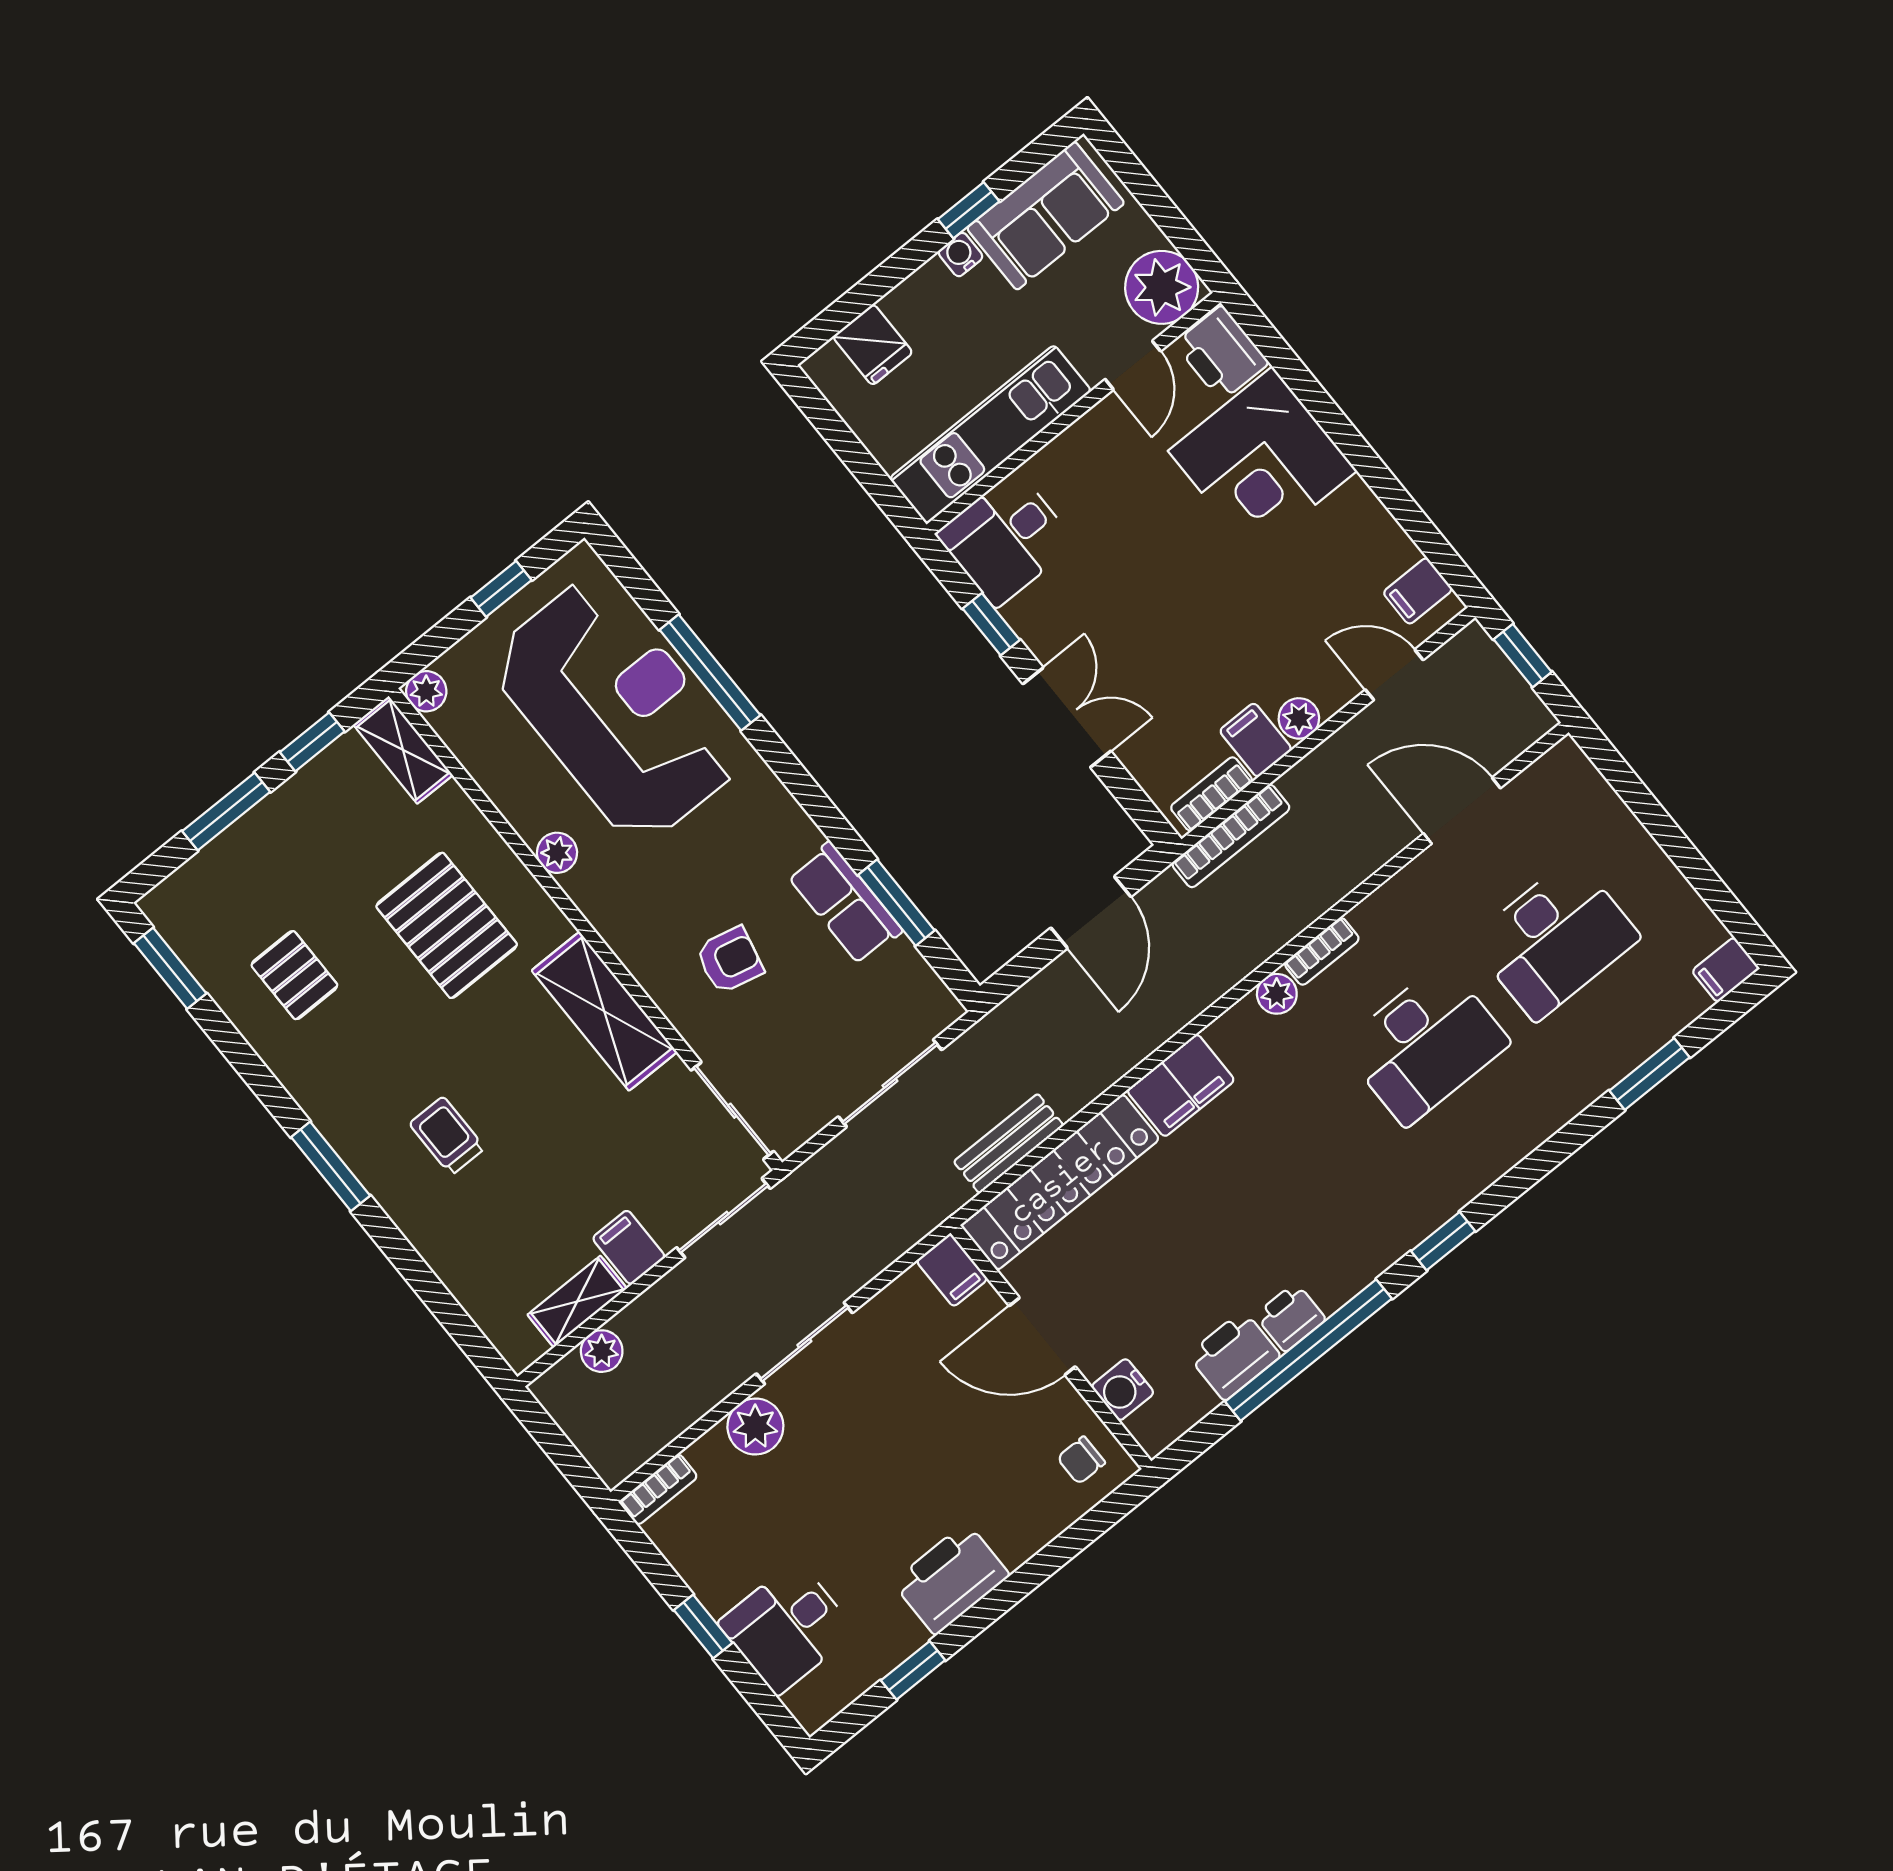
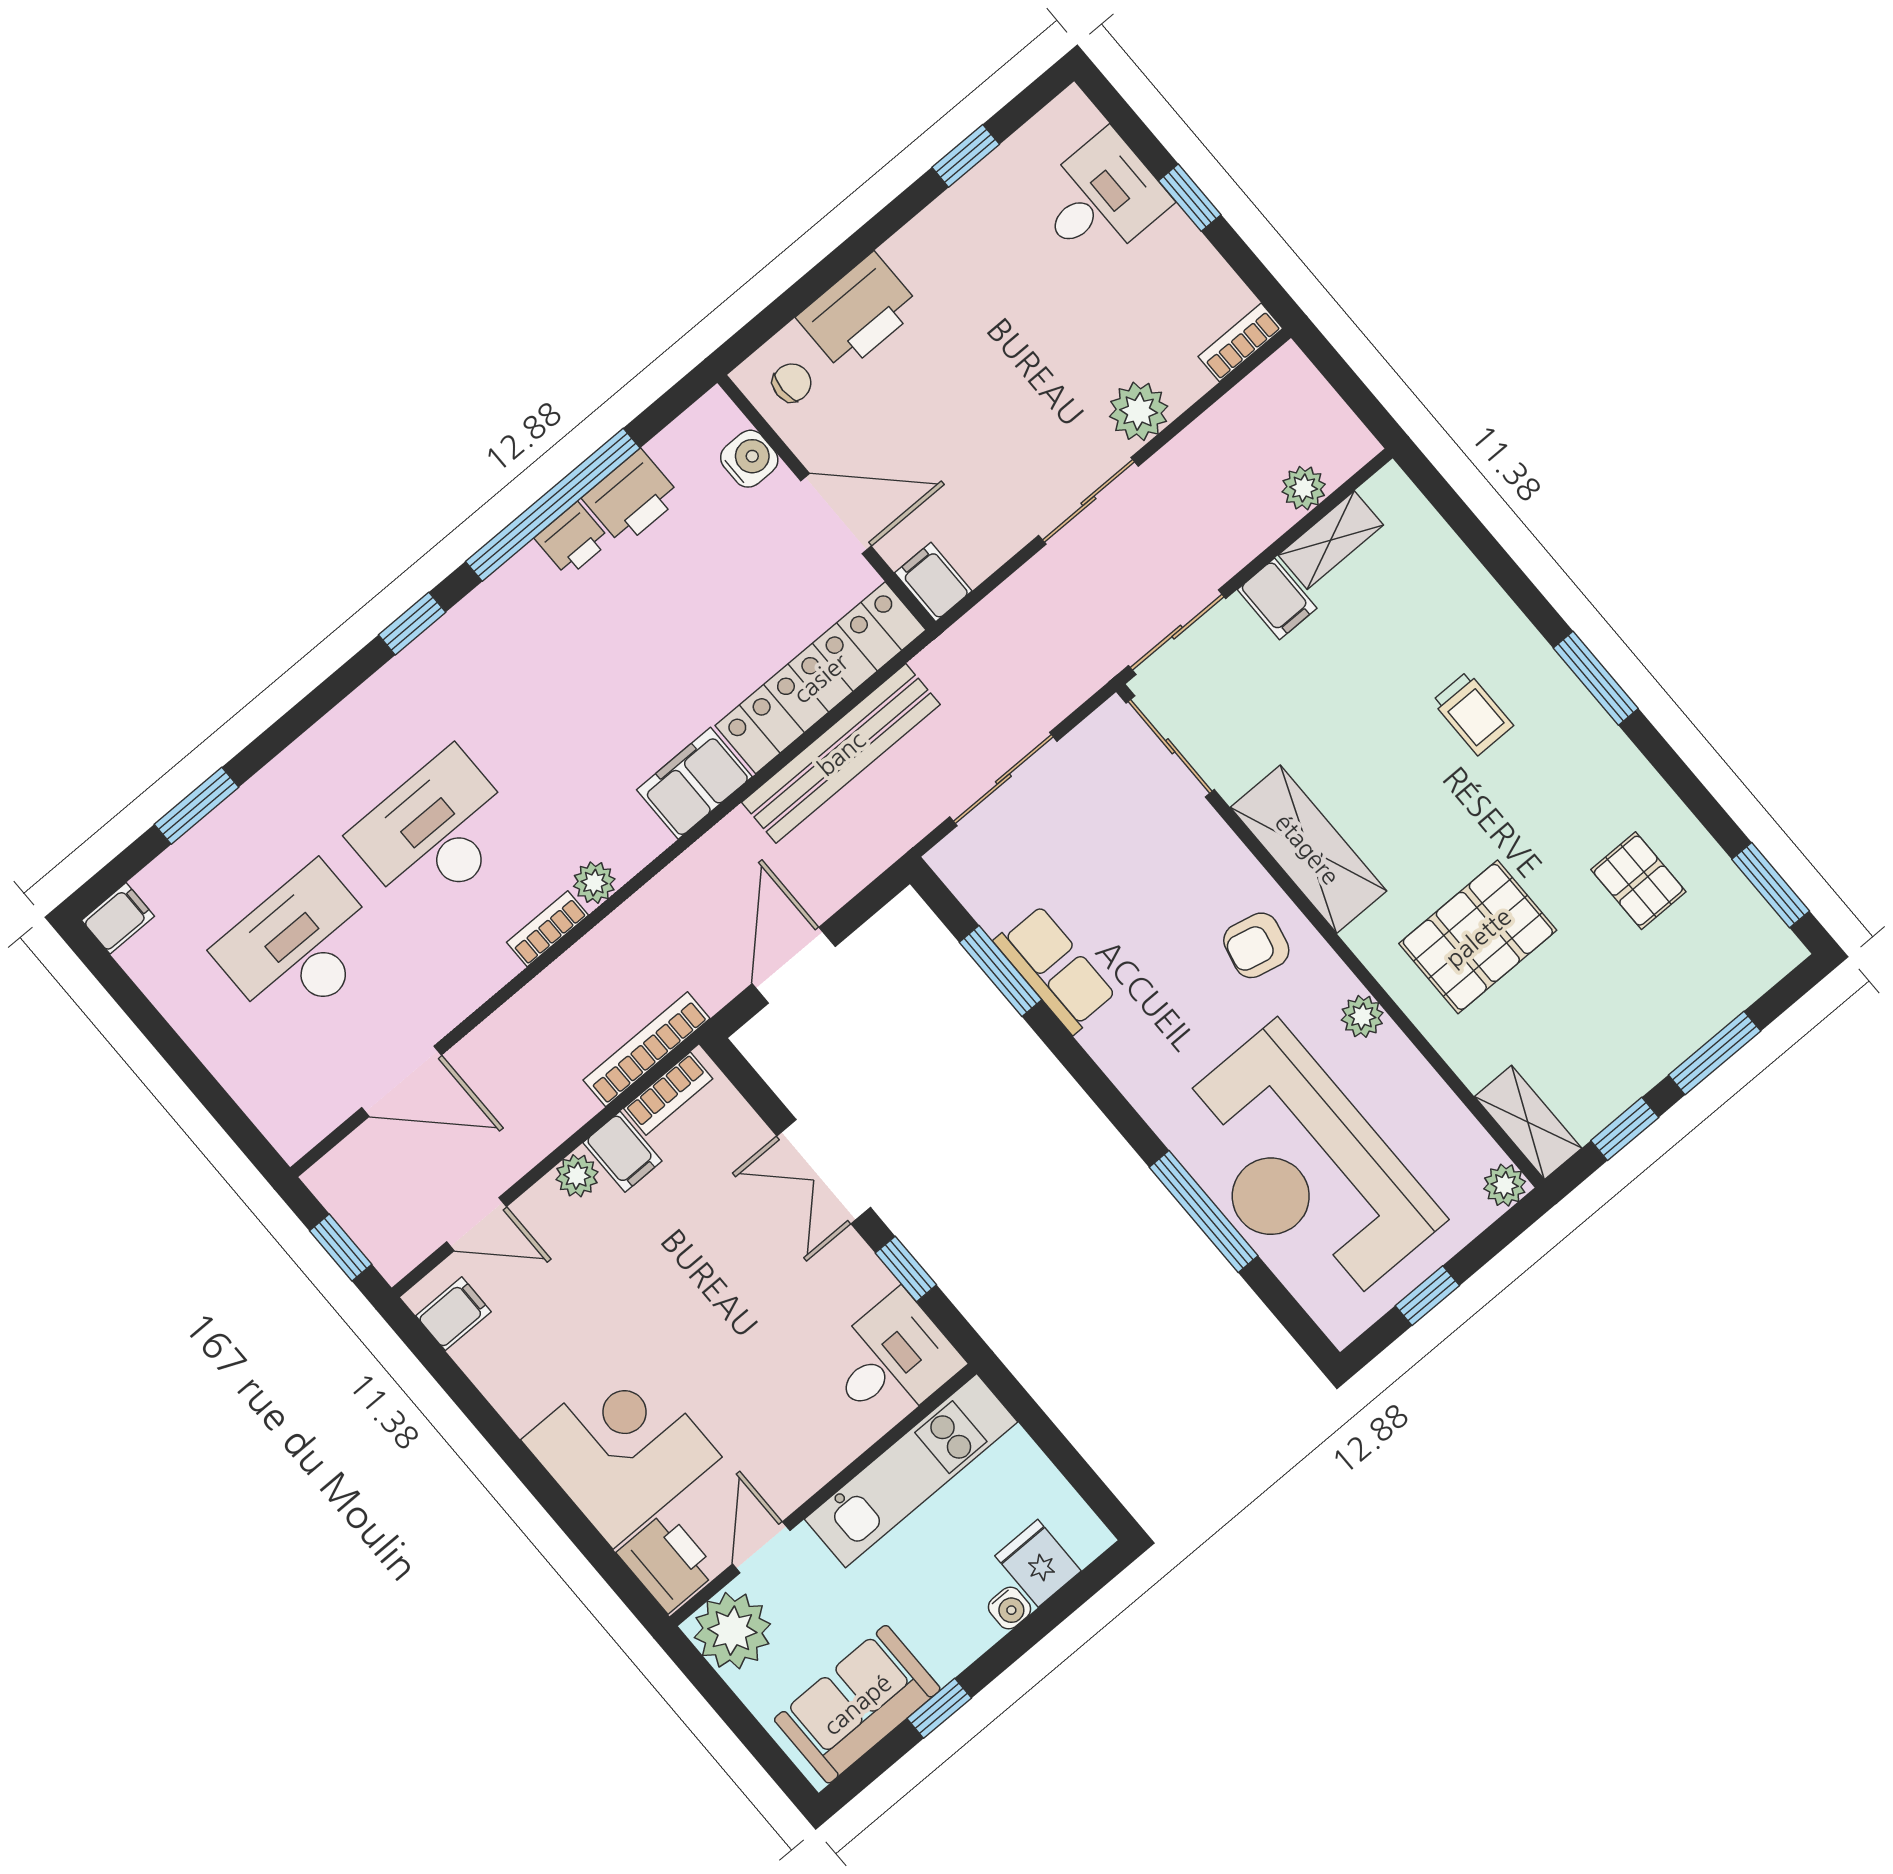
water cooler: (961, 255) -> (1010, 1608), moved
pallet: (447, 925) -> (1478, 937), turned 90
armchair: (730, 960) -> (1256, 945), moved
bench: (1009, 1144) -> (841, 753), width x1.86, depth x1.21
printer: (951, 1579) -> (859, 312), moved

